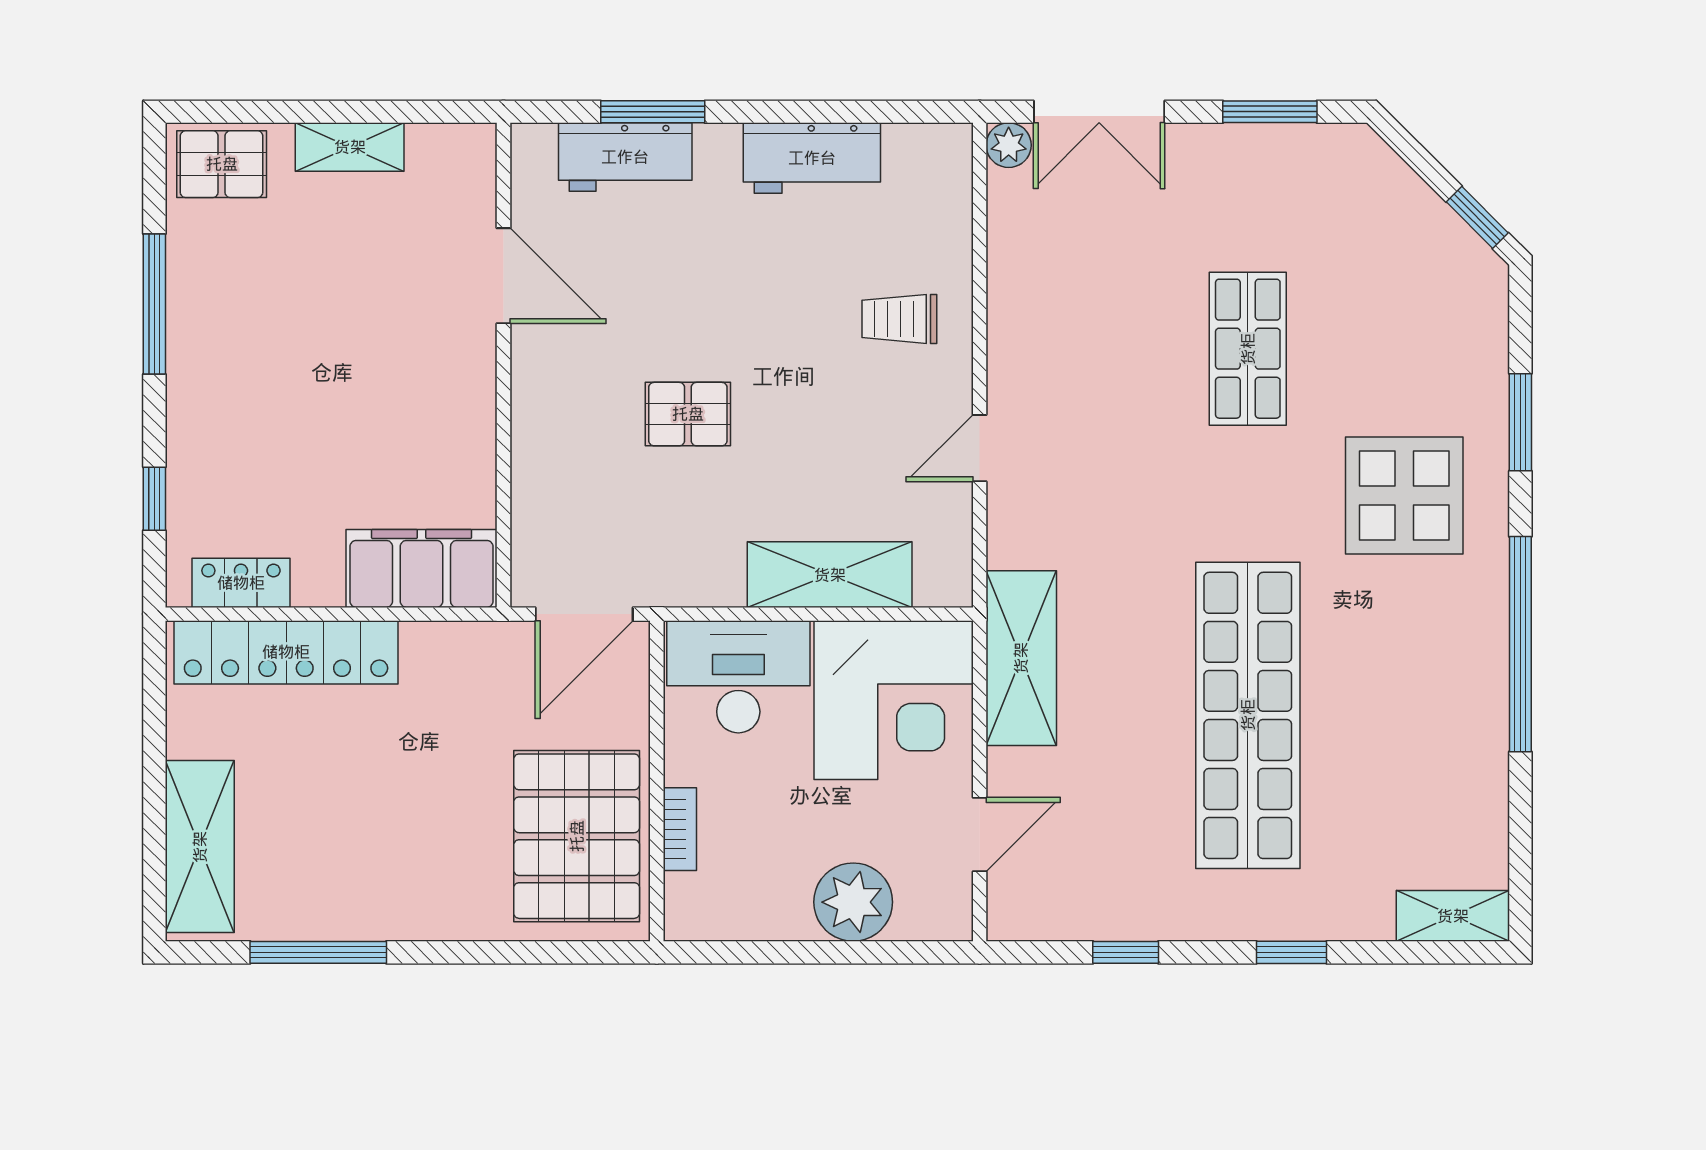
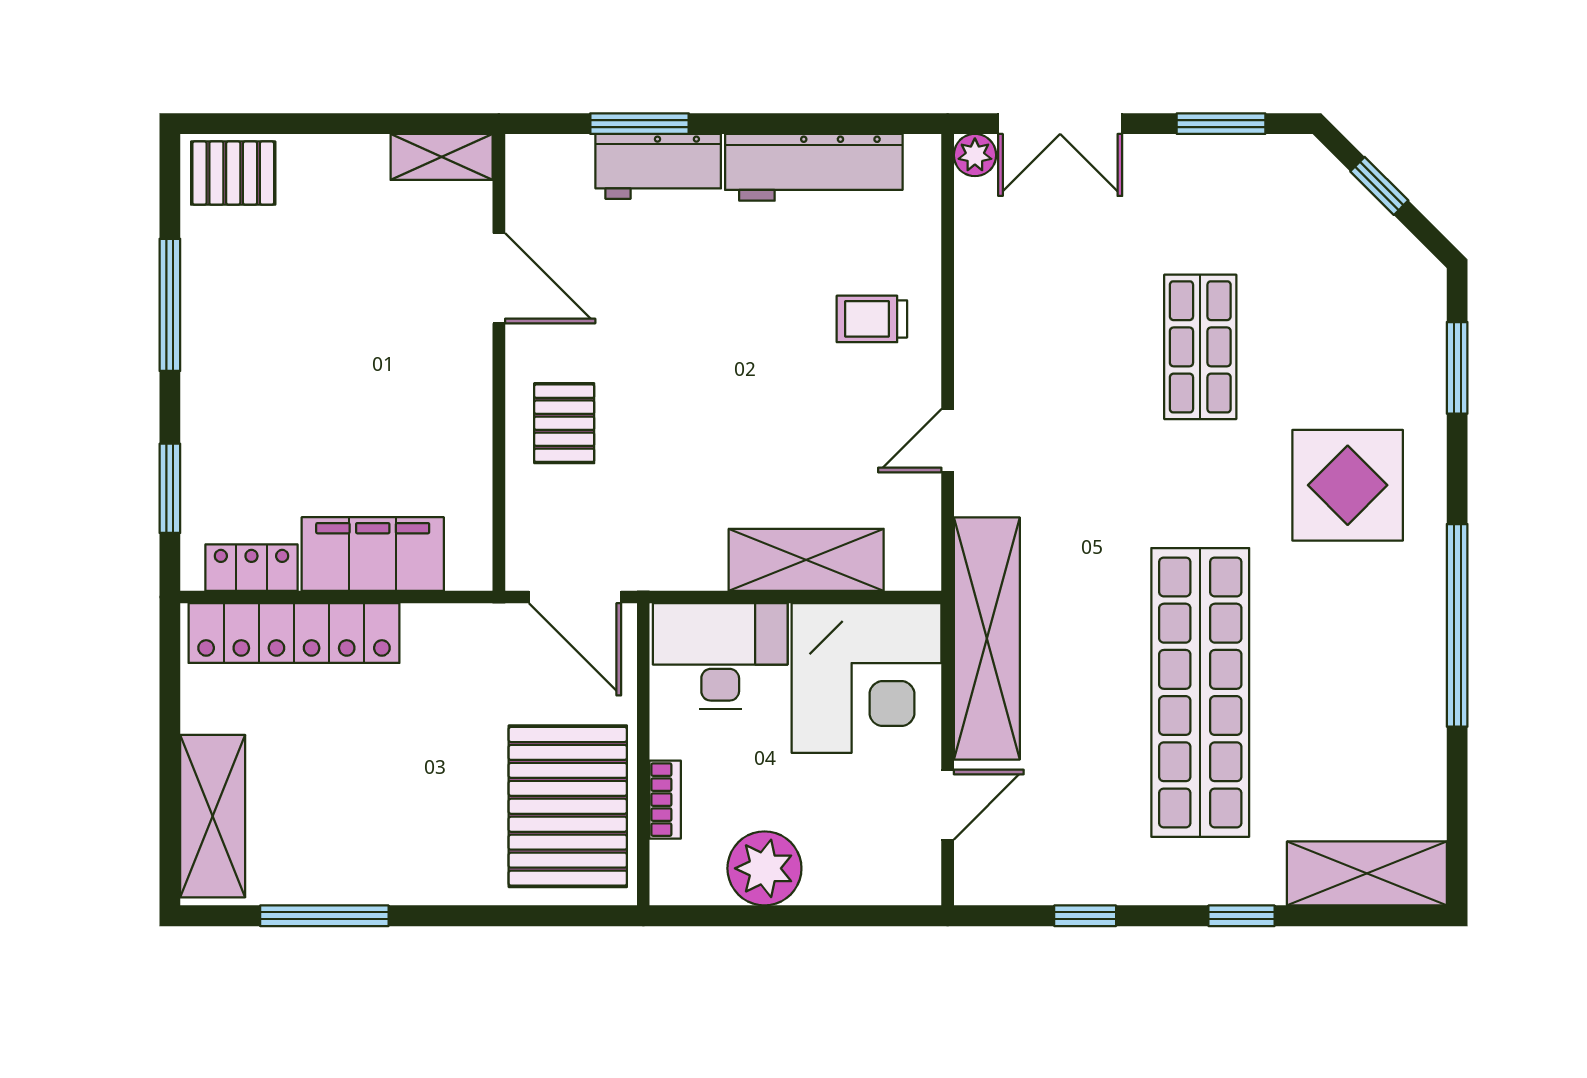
shelving: (350, 147) -> (442, 157), moved
workbench: (625, 157) -> (658, 166), moved
workbench: (812, 158) -> (814, 167), width x1.38
window: (1477, 217) -> (1379, 186), moved
pallet: (688, 414) -> (564, 423), moved, turned 90
window: (1520, 422) -> (1457, 368), moved
window: (154, 499) -> (170, 488), width x1.50
filing cabinet: (422, 568) -> (373, 554), moved
door: (584, 614) -> (575, 597), hinge flipped
shelving: (1021, 658) -> (987, 638), width x1.47
plant: (853, 902) -> (764, 868), moved
shelving: (1453, 916) -> (1367, 873), width x1.50, depth x1.33

